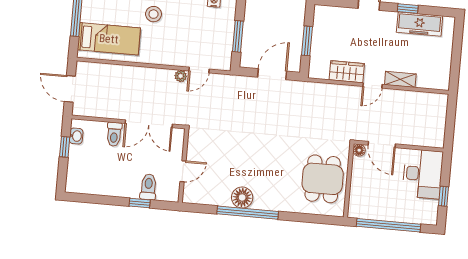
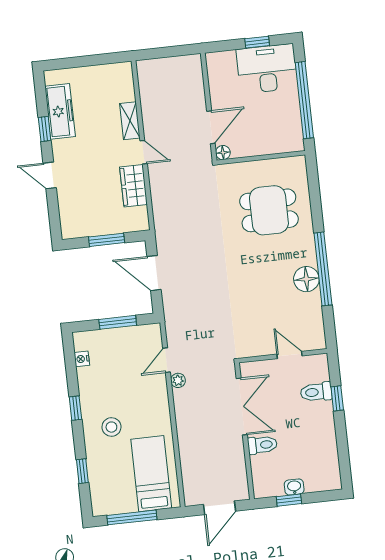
door: (199, 70) -> (167, 360), swing flipped
washbasin: (76, 136) -> (294, 487), moved
desk: (423, 174) -> (267, 69), moved
dining table: (323, 179) -> (269, 210), moved

